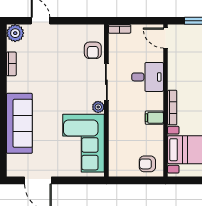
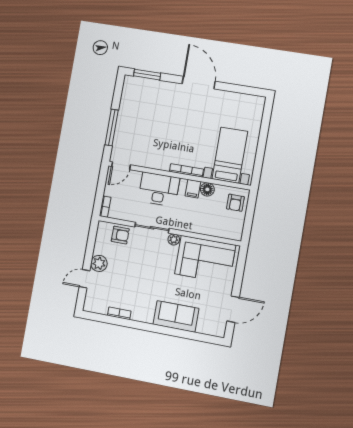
plant: (15, 33) -> (99, 263), moved
desk: (148, 77) -> (159, 189), width x1.37
sofa: (19, 123) -> (176, 316), width x0.73
floor lamp: (156, 133) -> (207, 189), added

